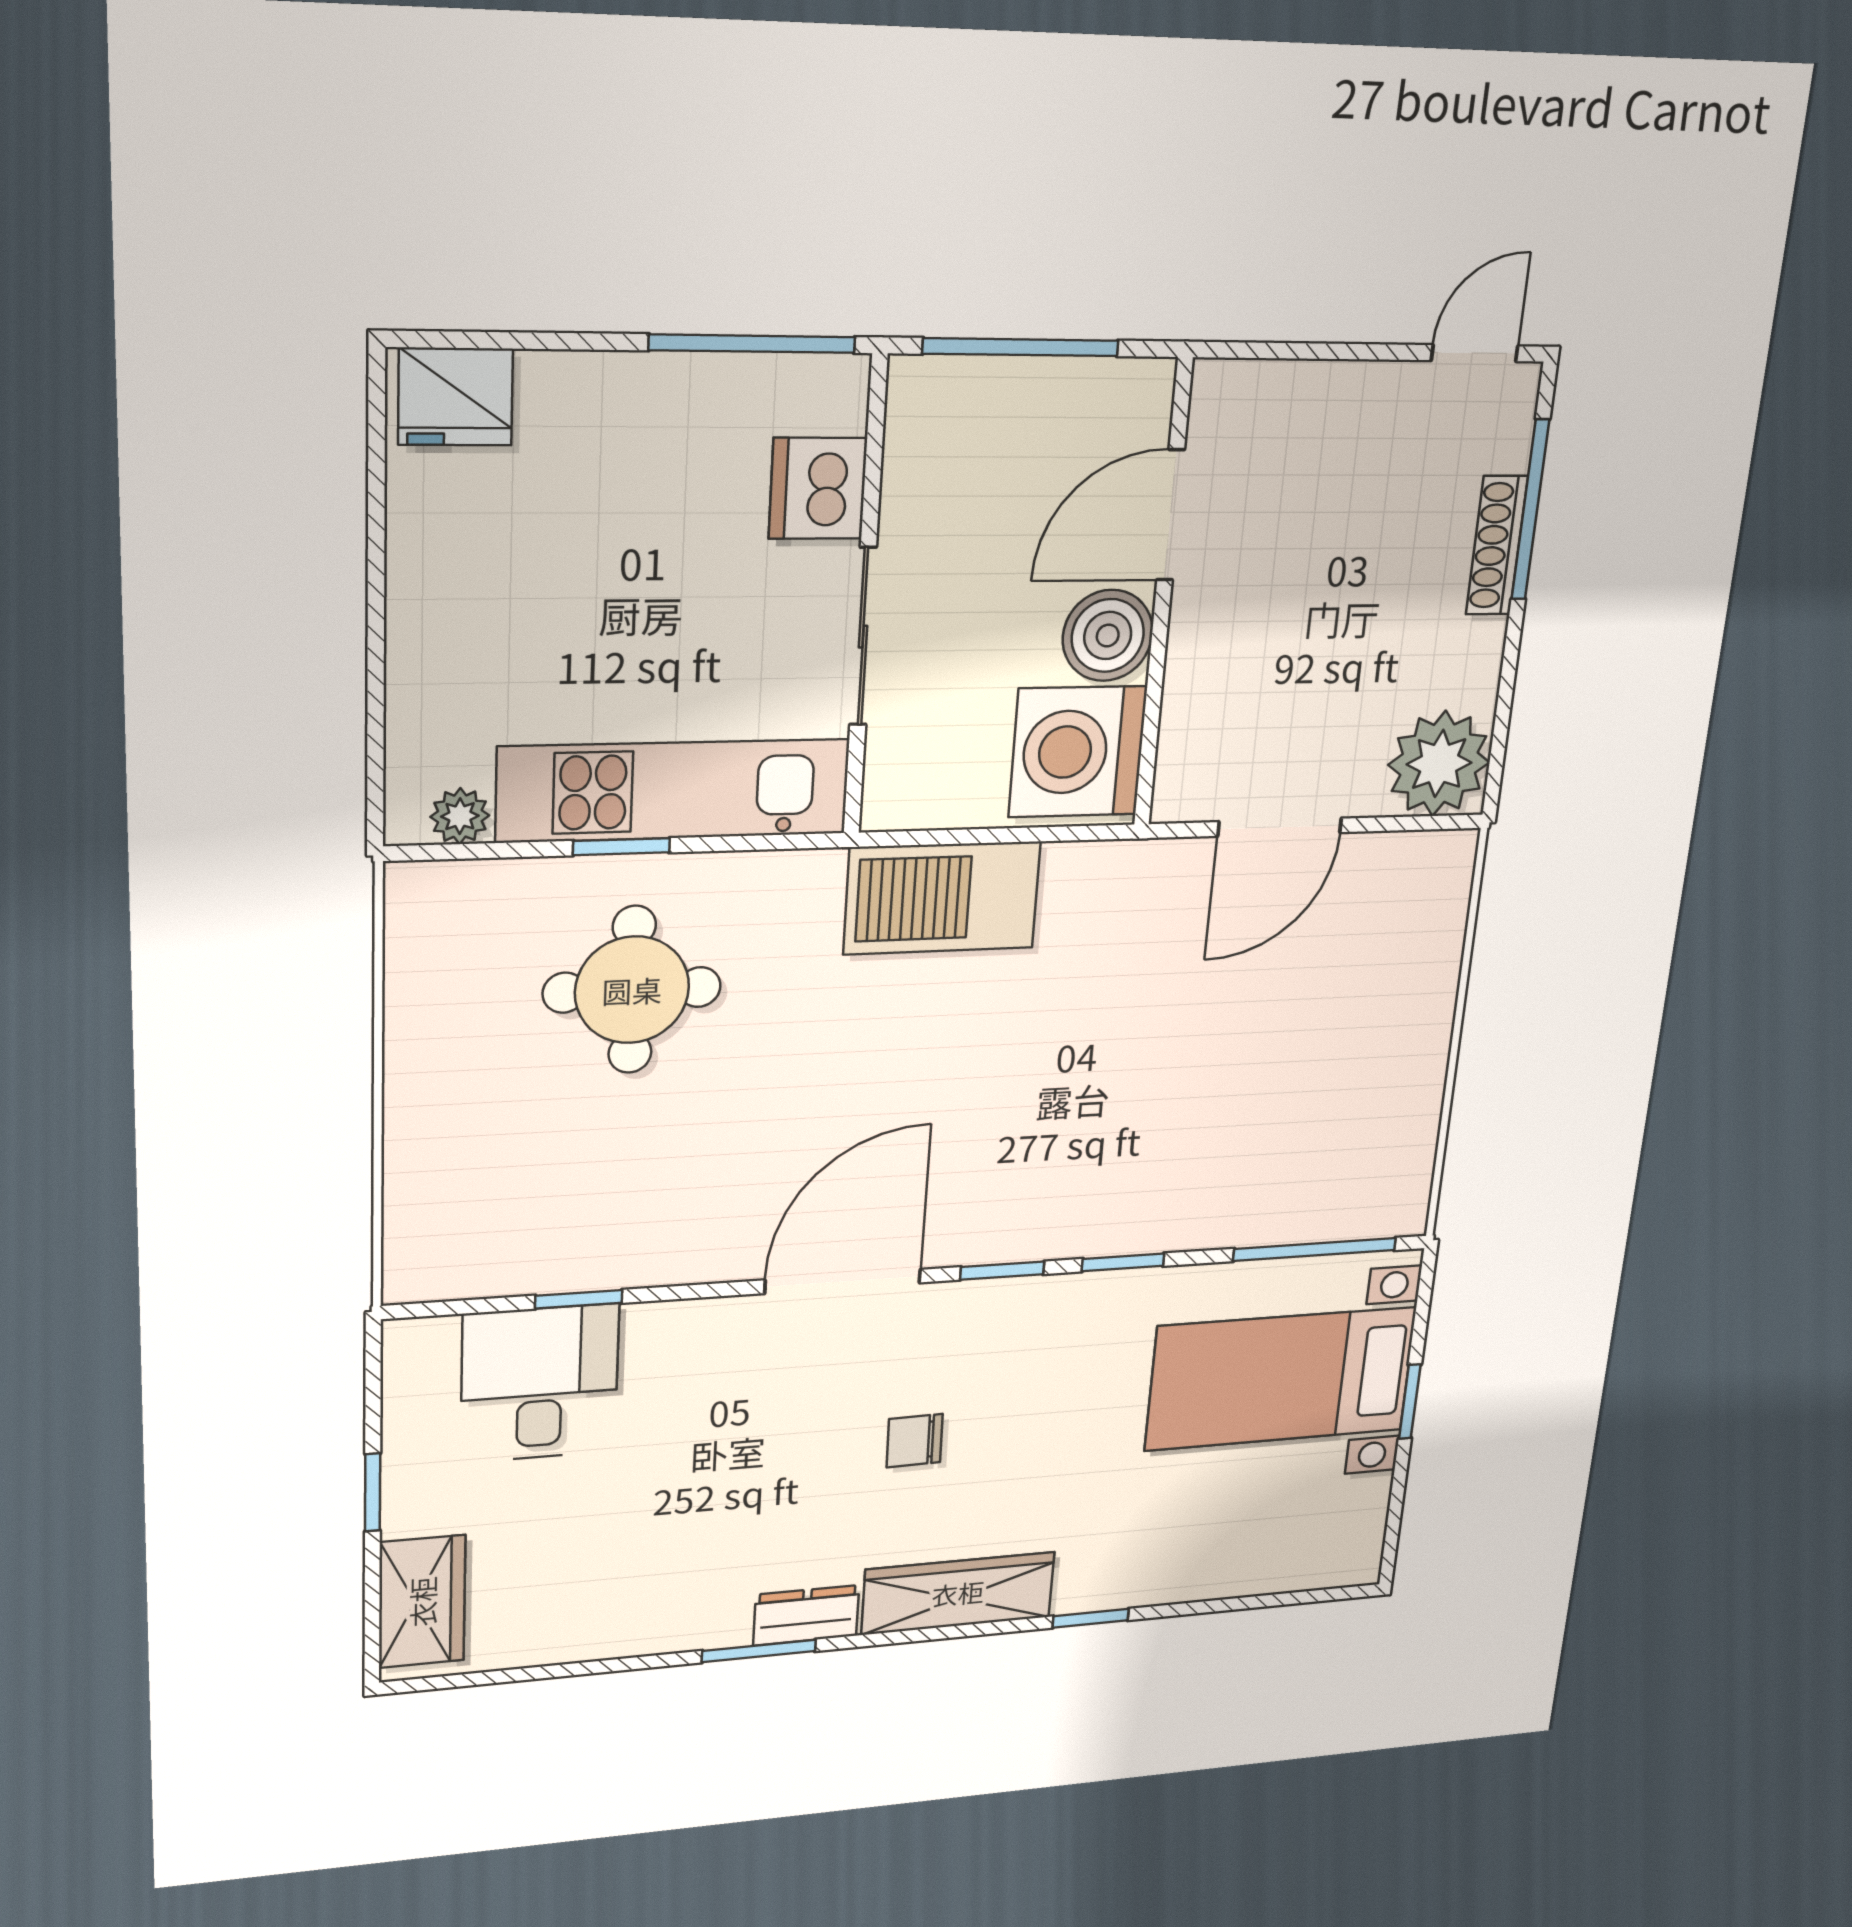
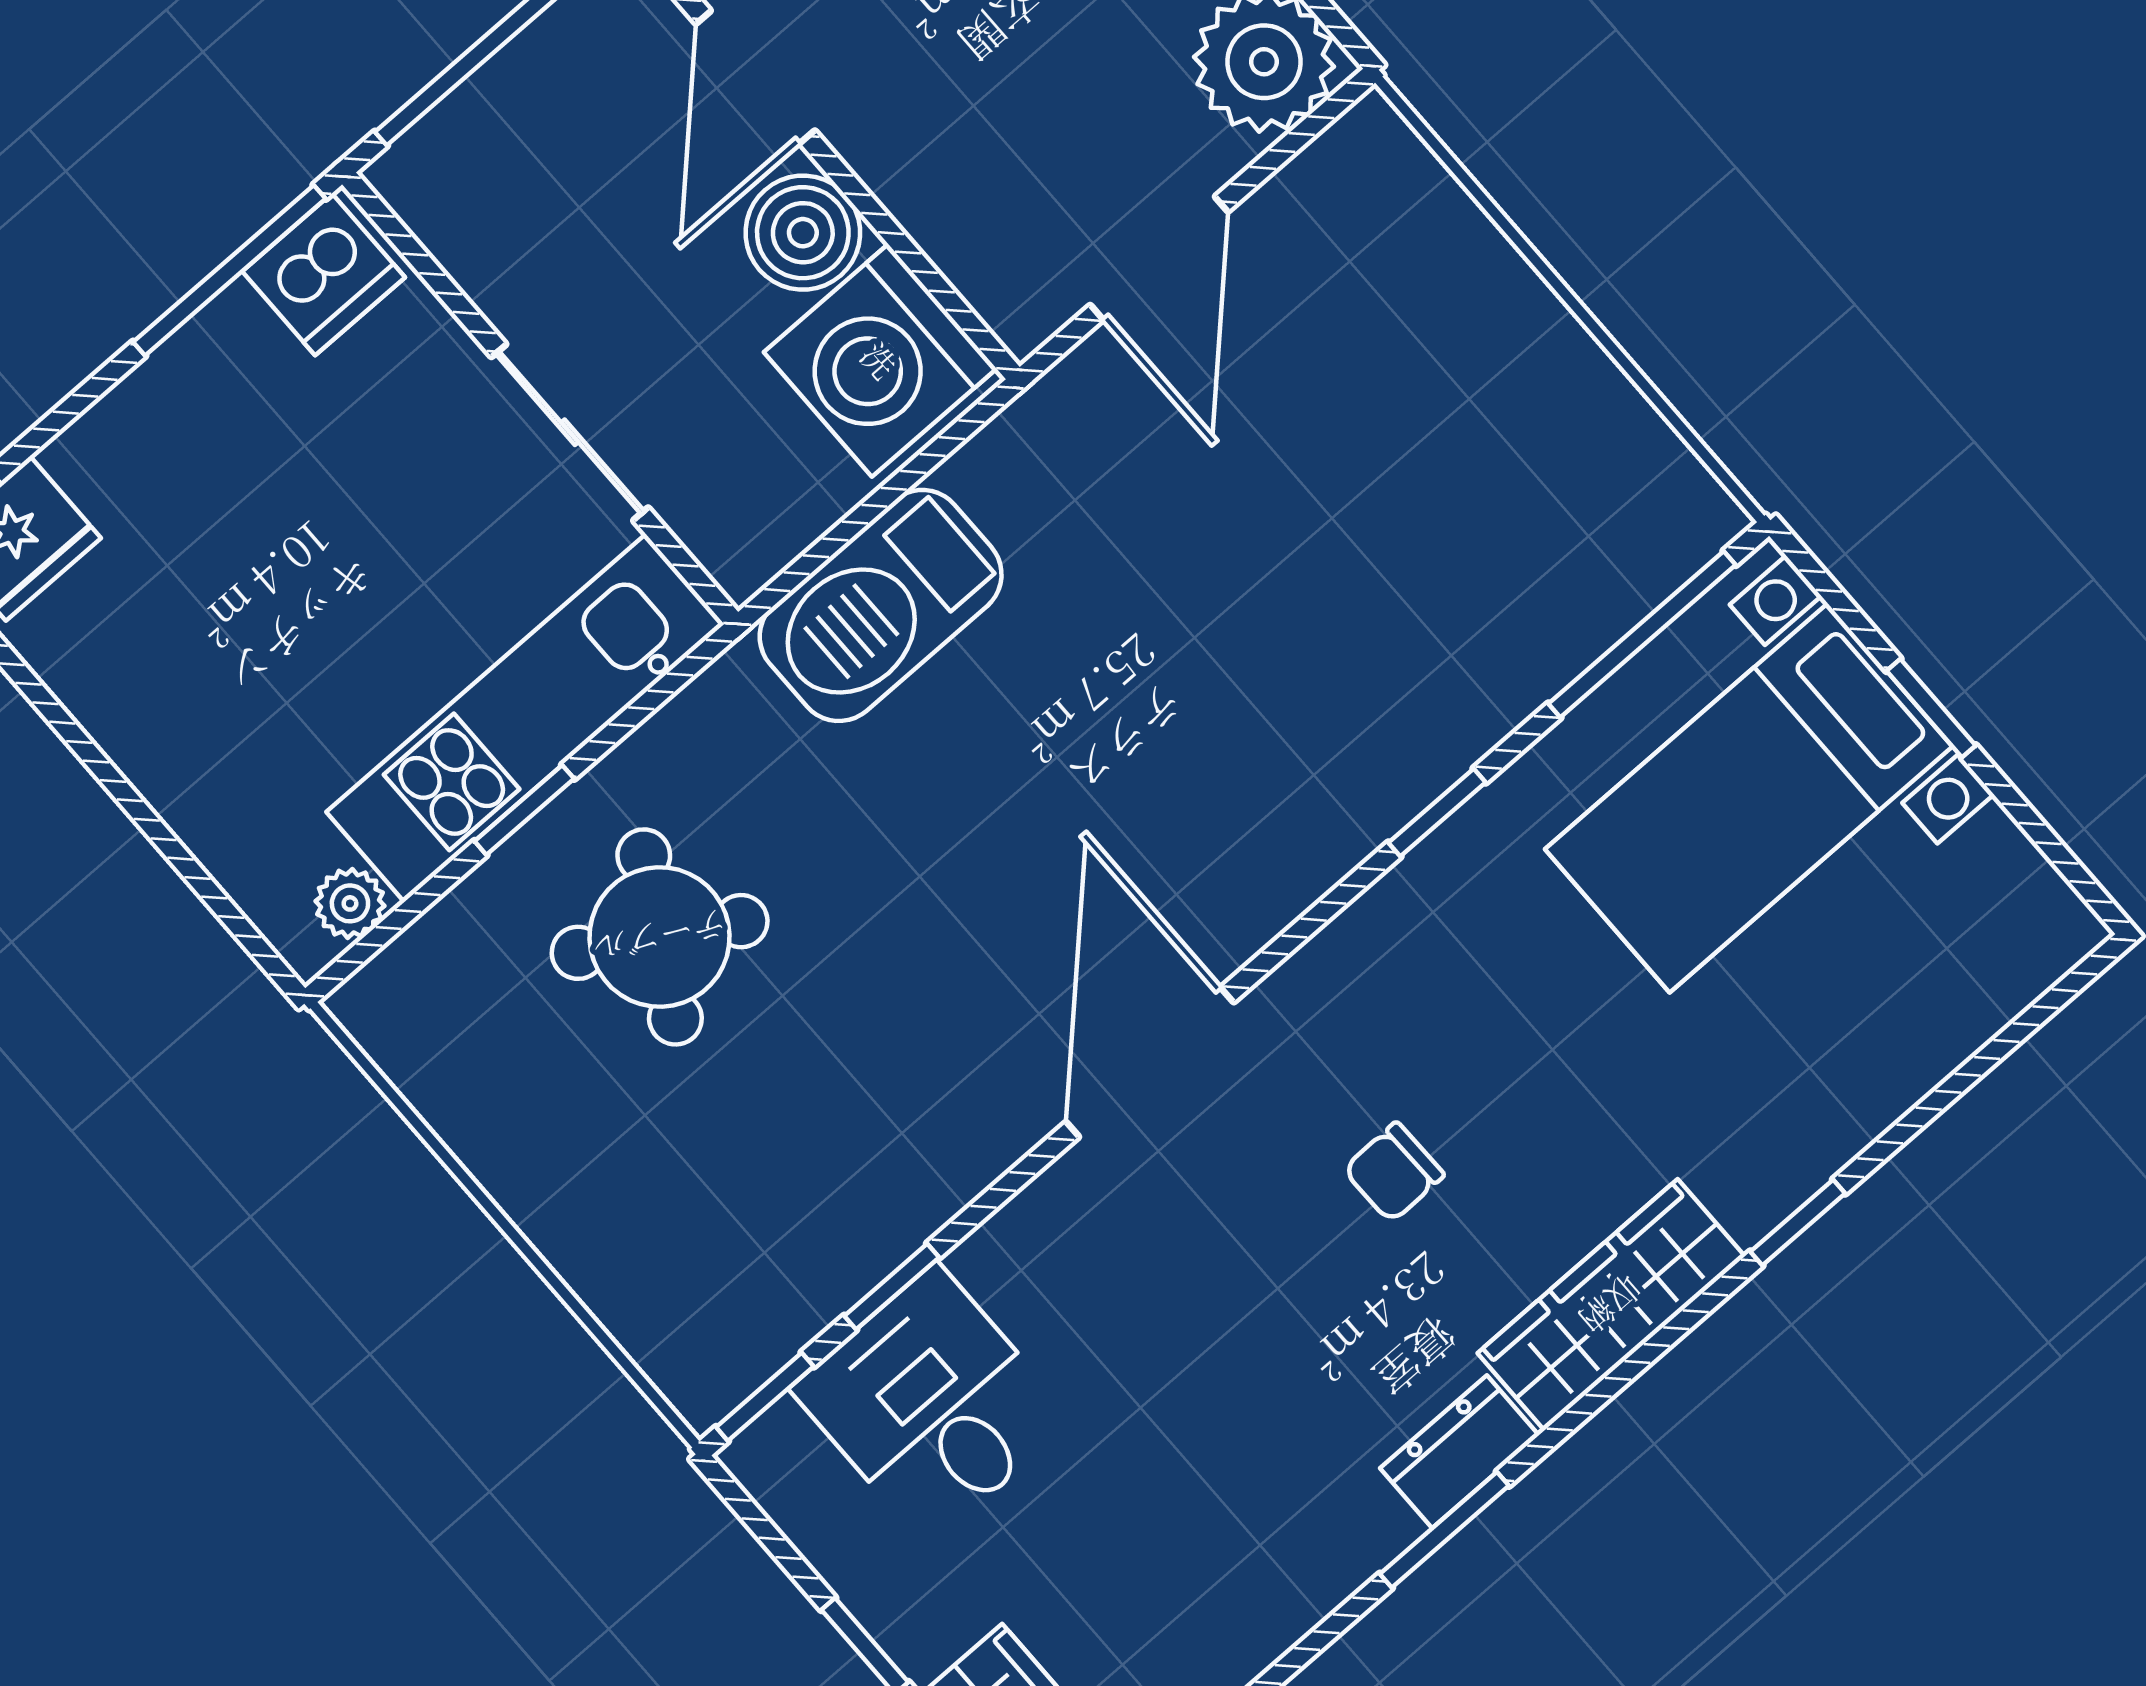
dishwasher: (818, 488) -> (324, 274), moved, turned -90
round table: (632, 990) -> (660, 937), turned 30
window: (1002, 1271) -> (765, 1397), moved

